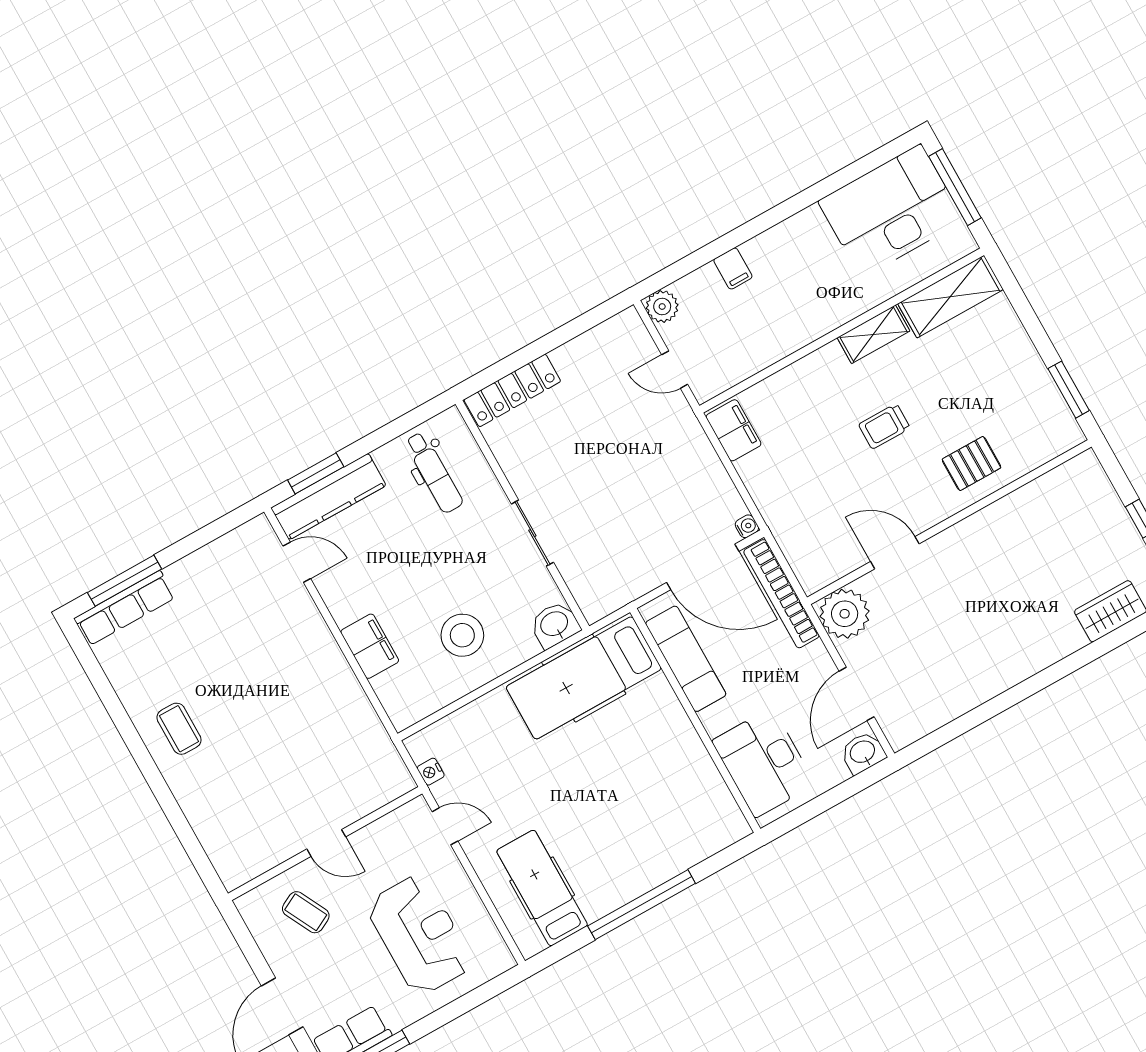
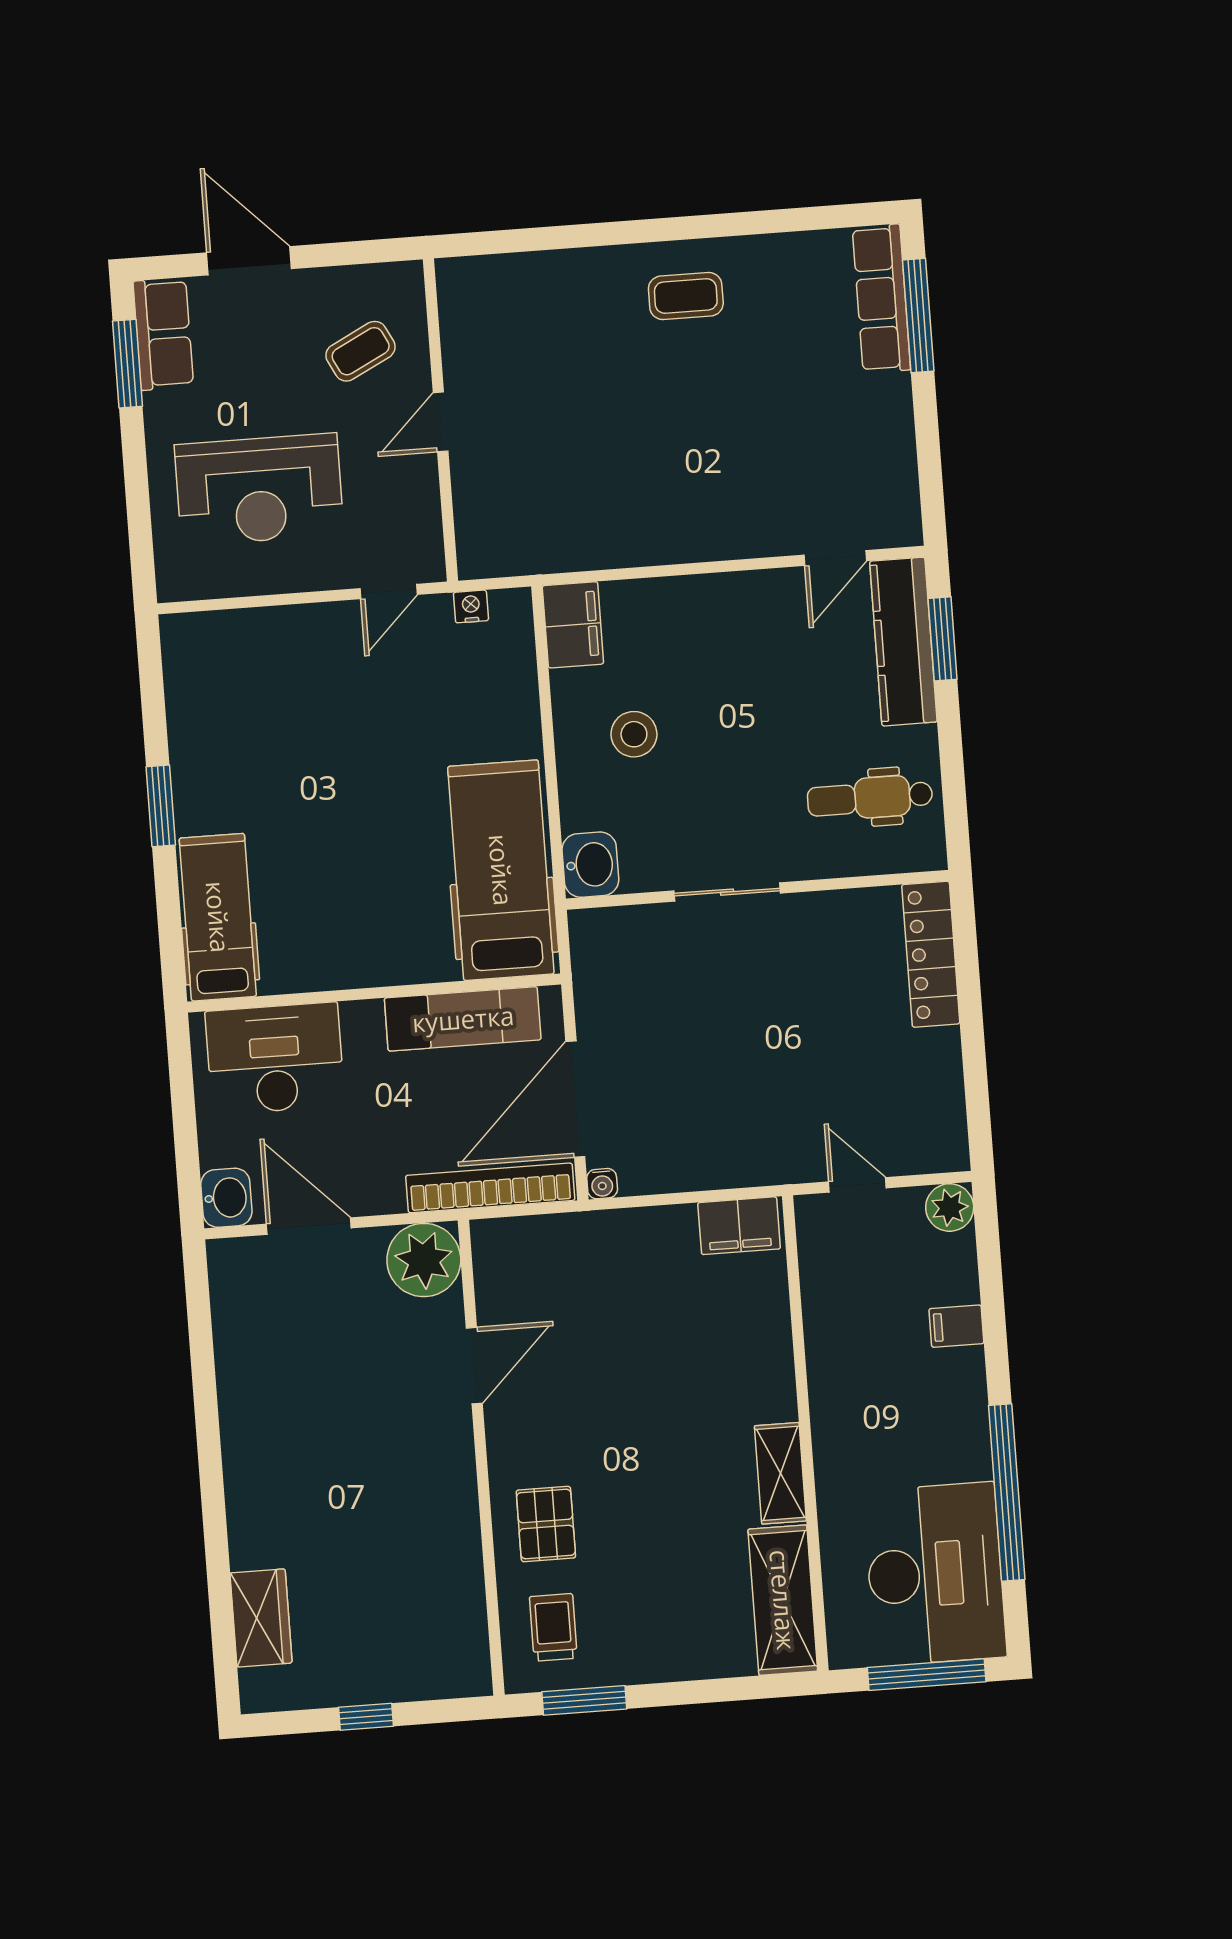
window: (820, 190) -> (1007, 1492), added
door: (675, 370) -> (857, 1185), hinge flipped
trolley: (884, 426) -> (553, 1627), moved
stool: (462, 635) -> (634, 734), width x0.73, depth x0.73
filing cabinet: (370, 646) -> (573, 625), moved, turned -90
hospital bed: (542, 888) -> (218, 917), moved, turned -90
window: (642, 905) -> (161, 806), width x0.47

